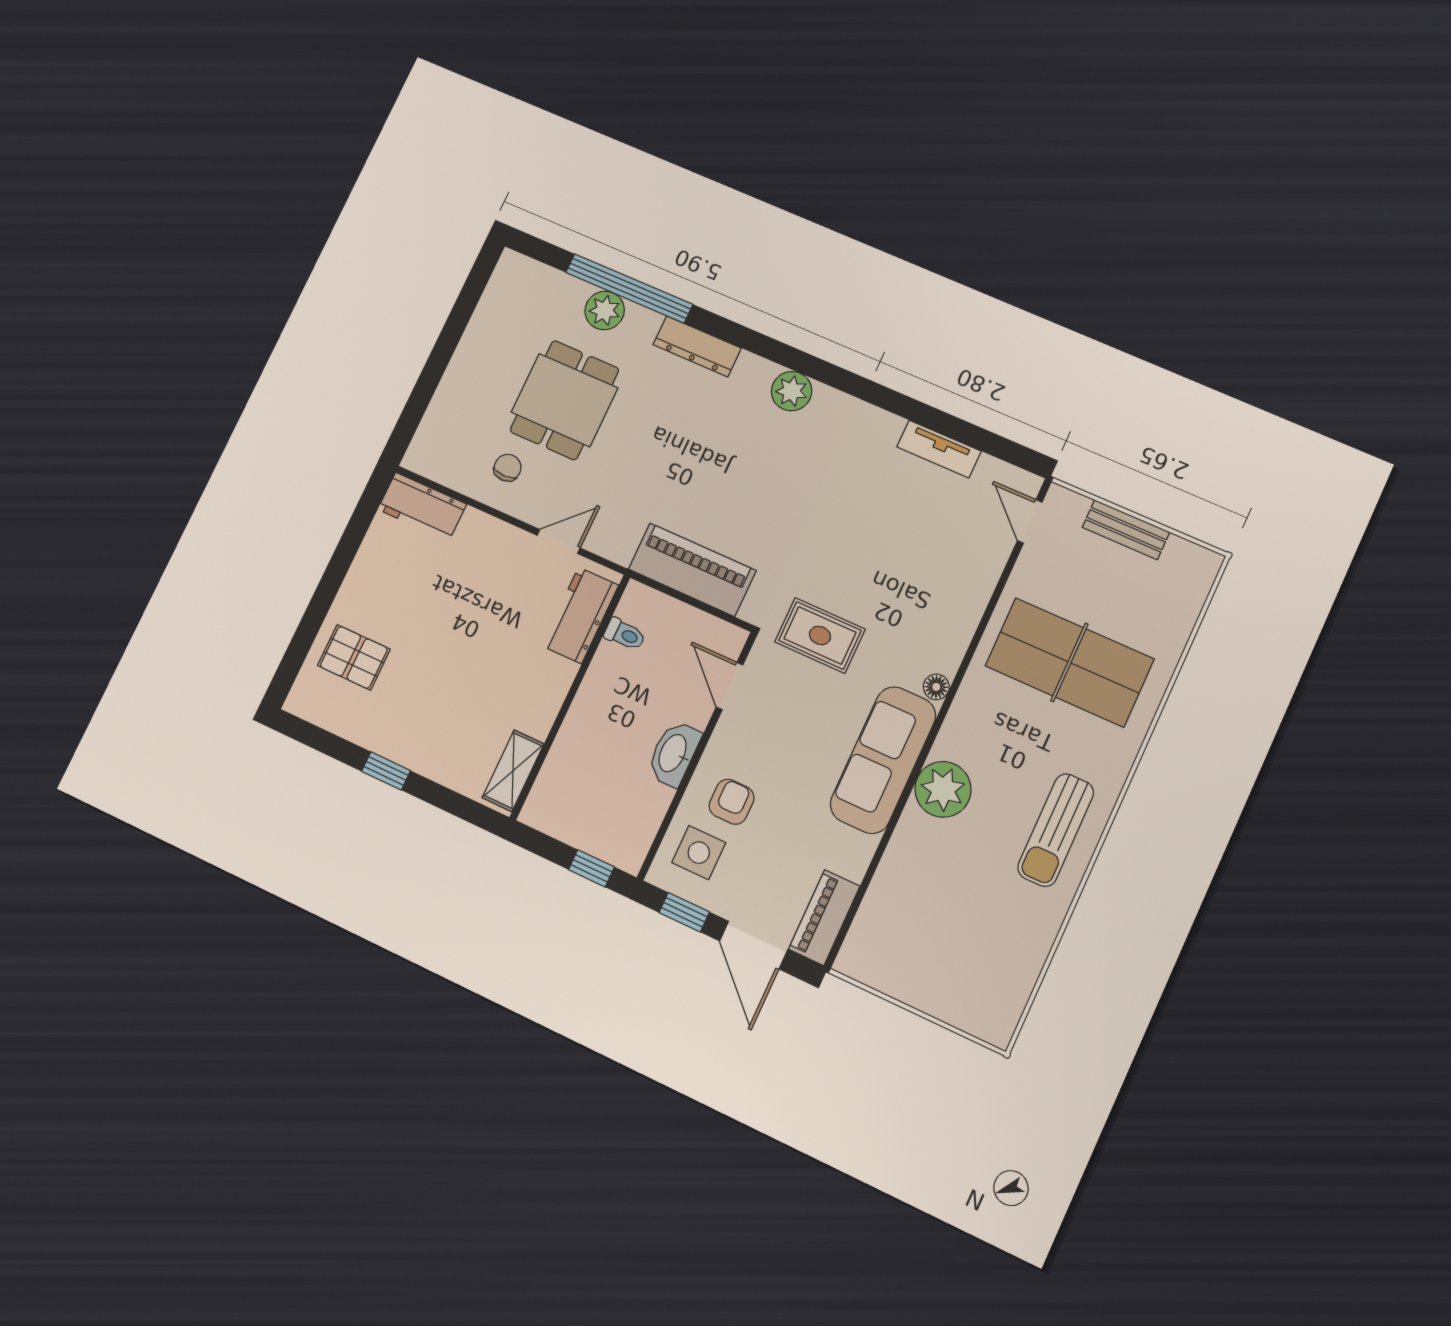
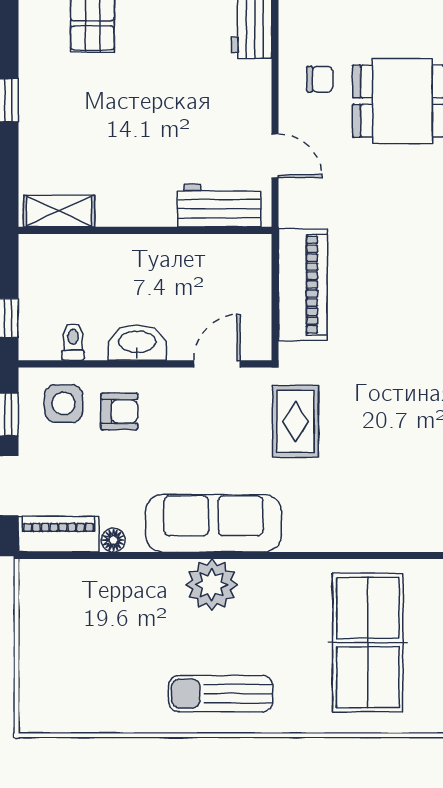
toilet: (625, 634) -> (73, 342), moved, turned 180
floor lamp: (936, 687) -> (113, 540), moved

